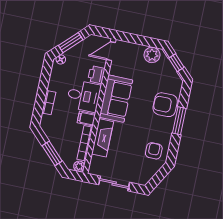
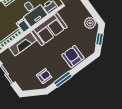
window: (179, 121) -> (63, 79), moved

